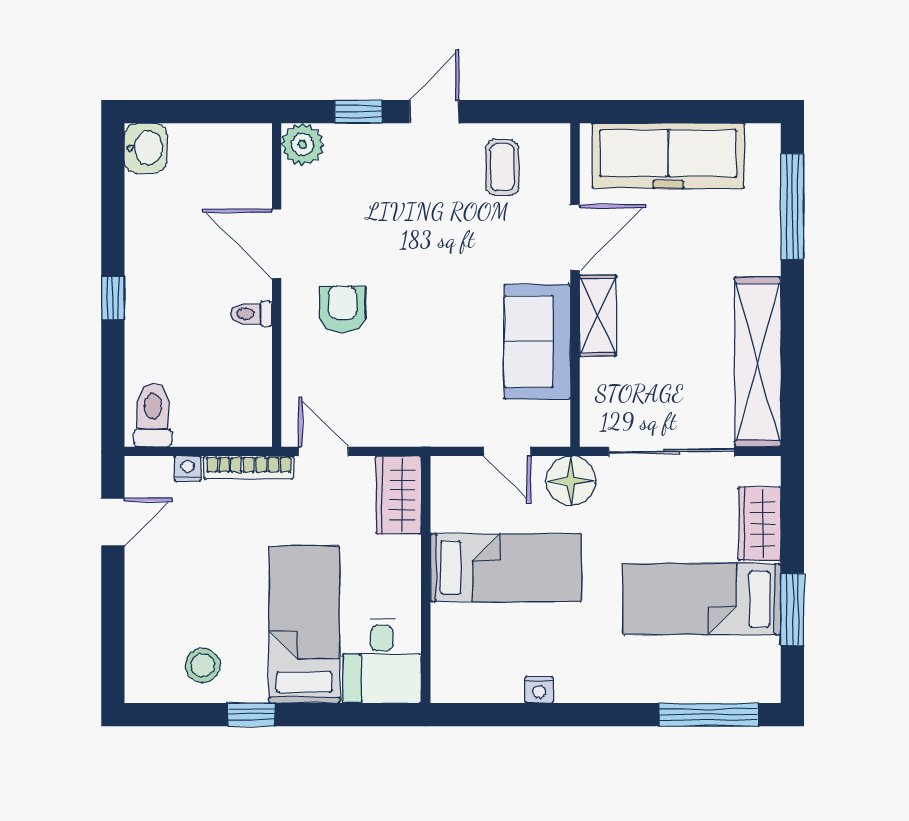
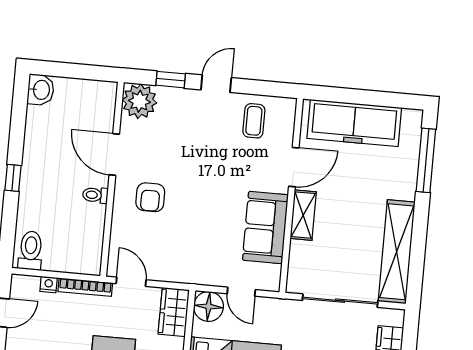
plant: (302, 144) -> (139, 101), width x1.36, depth x1.36
armchair: (343, 309) -> (150, 197), turned 180
floor lamp: (571, 481) -> (209, 306), moved

